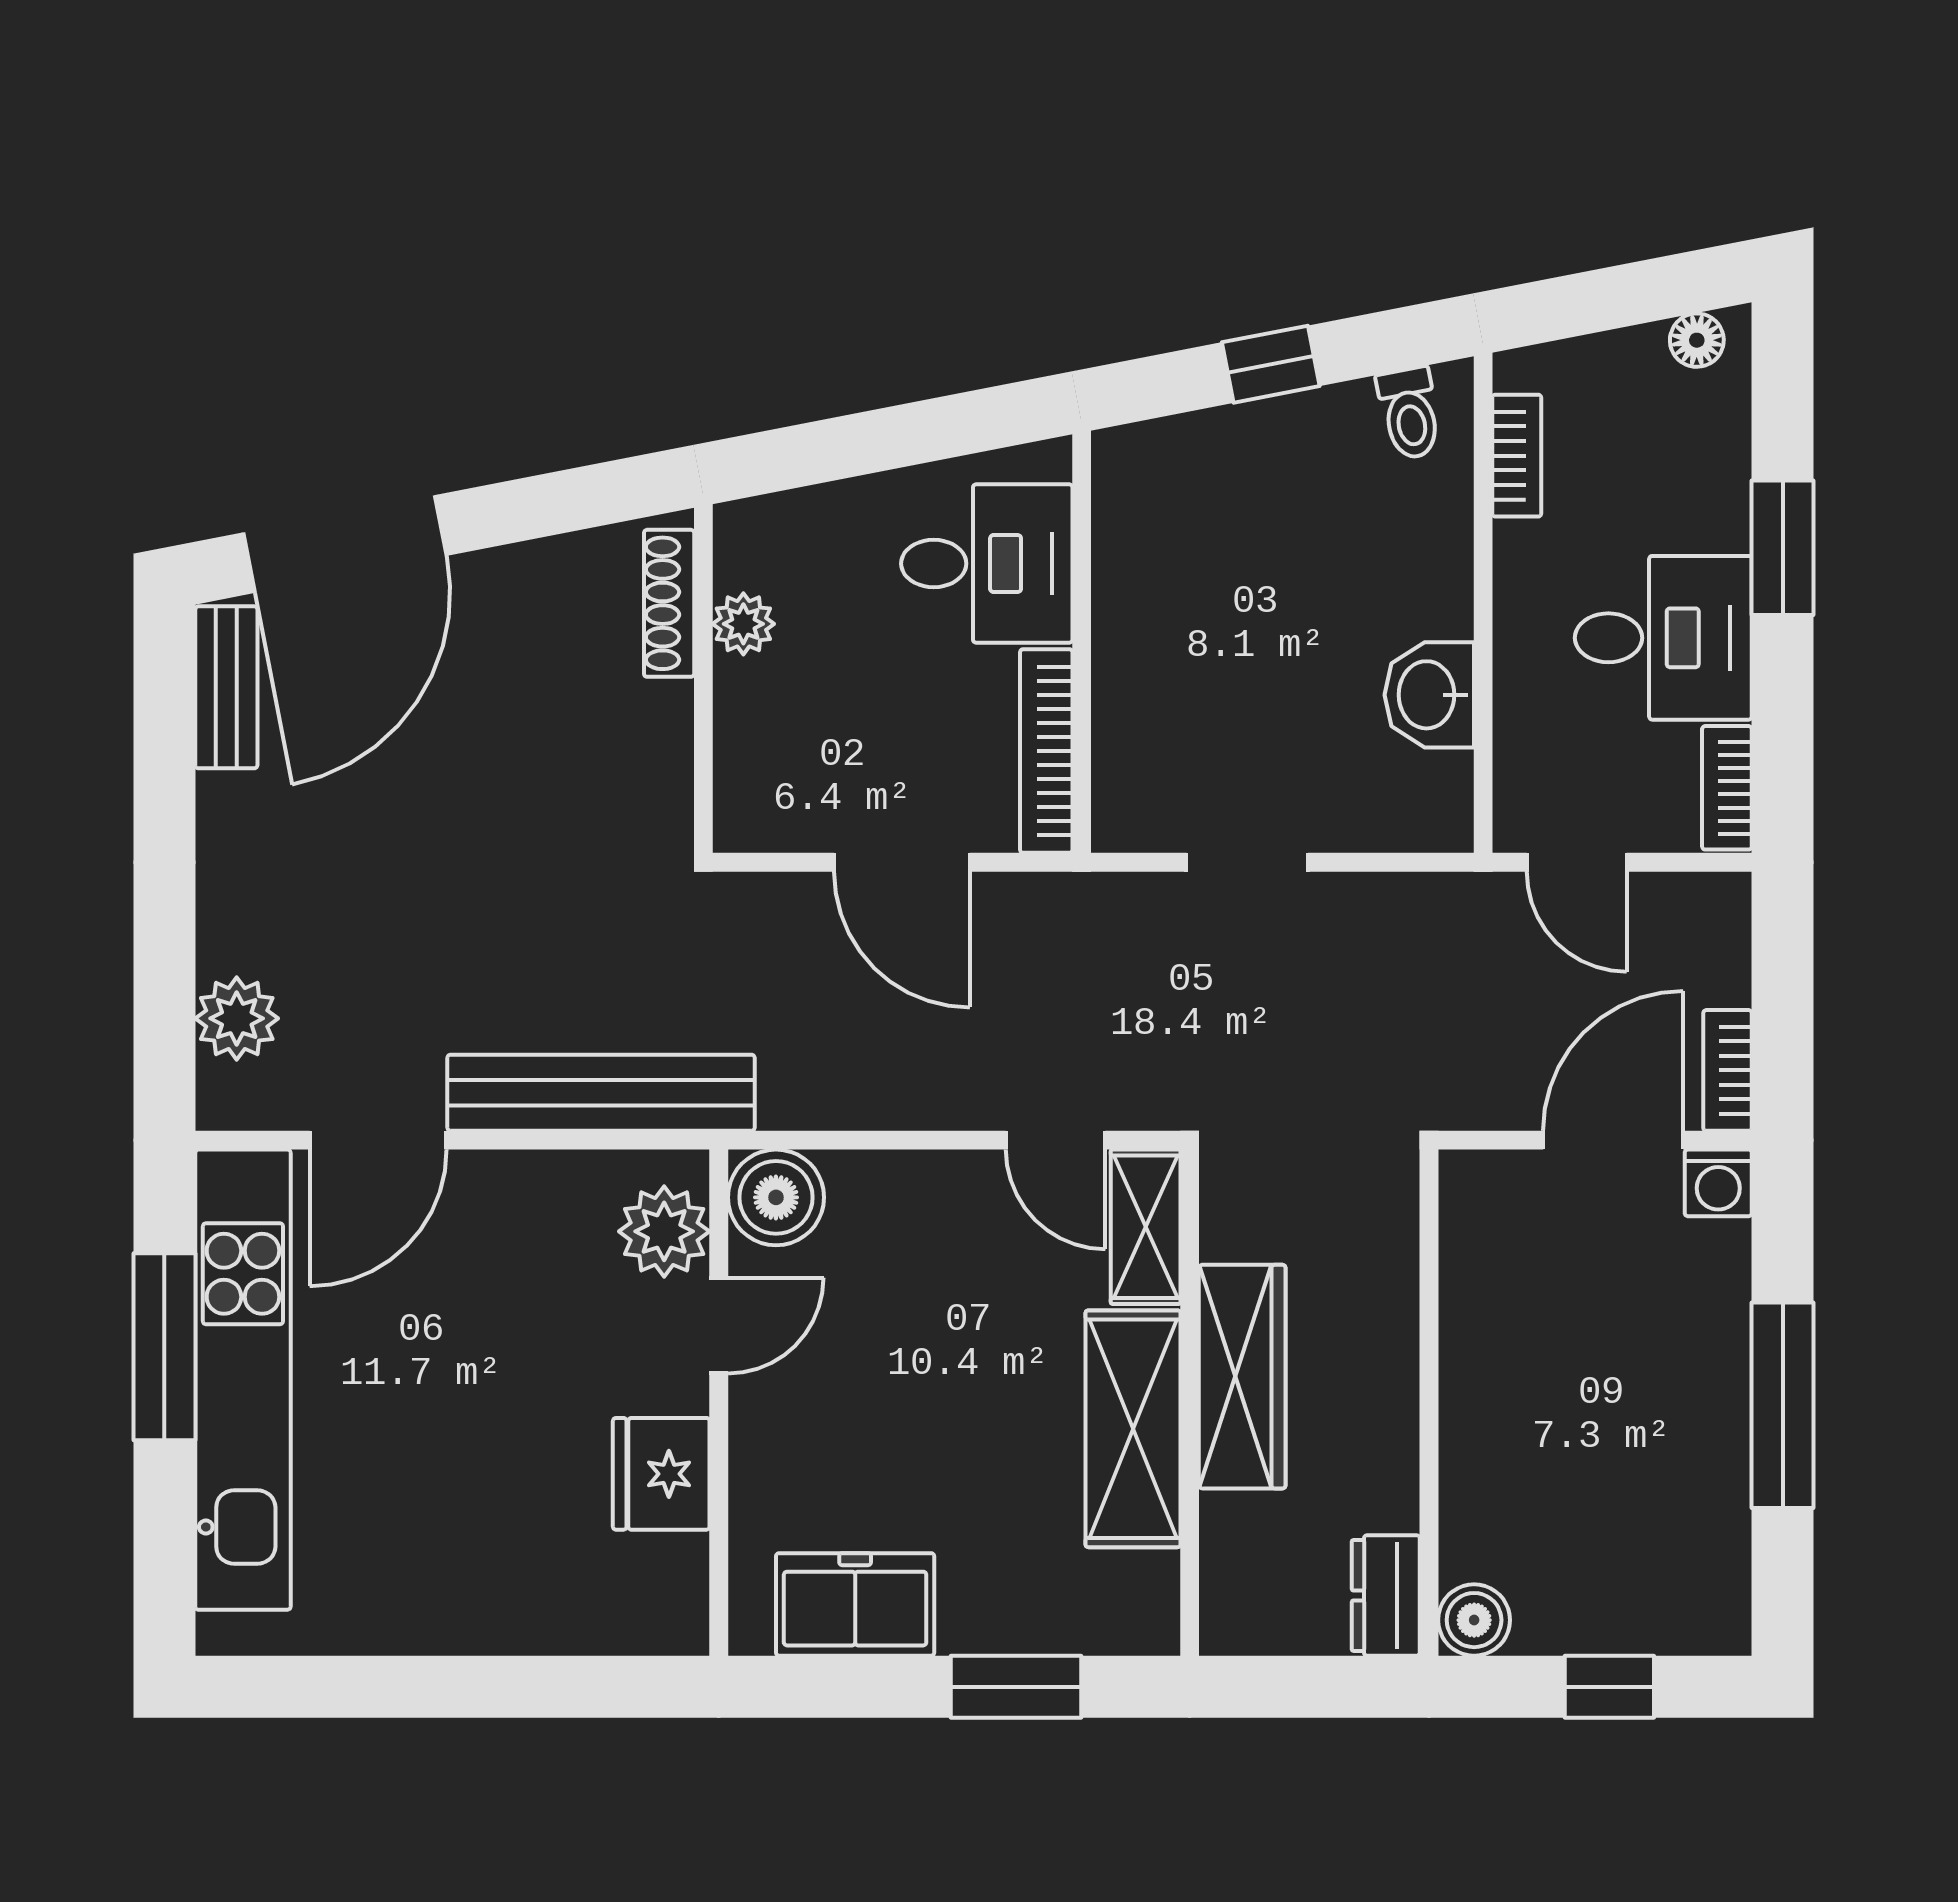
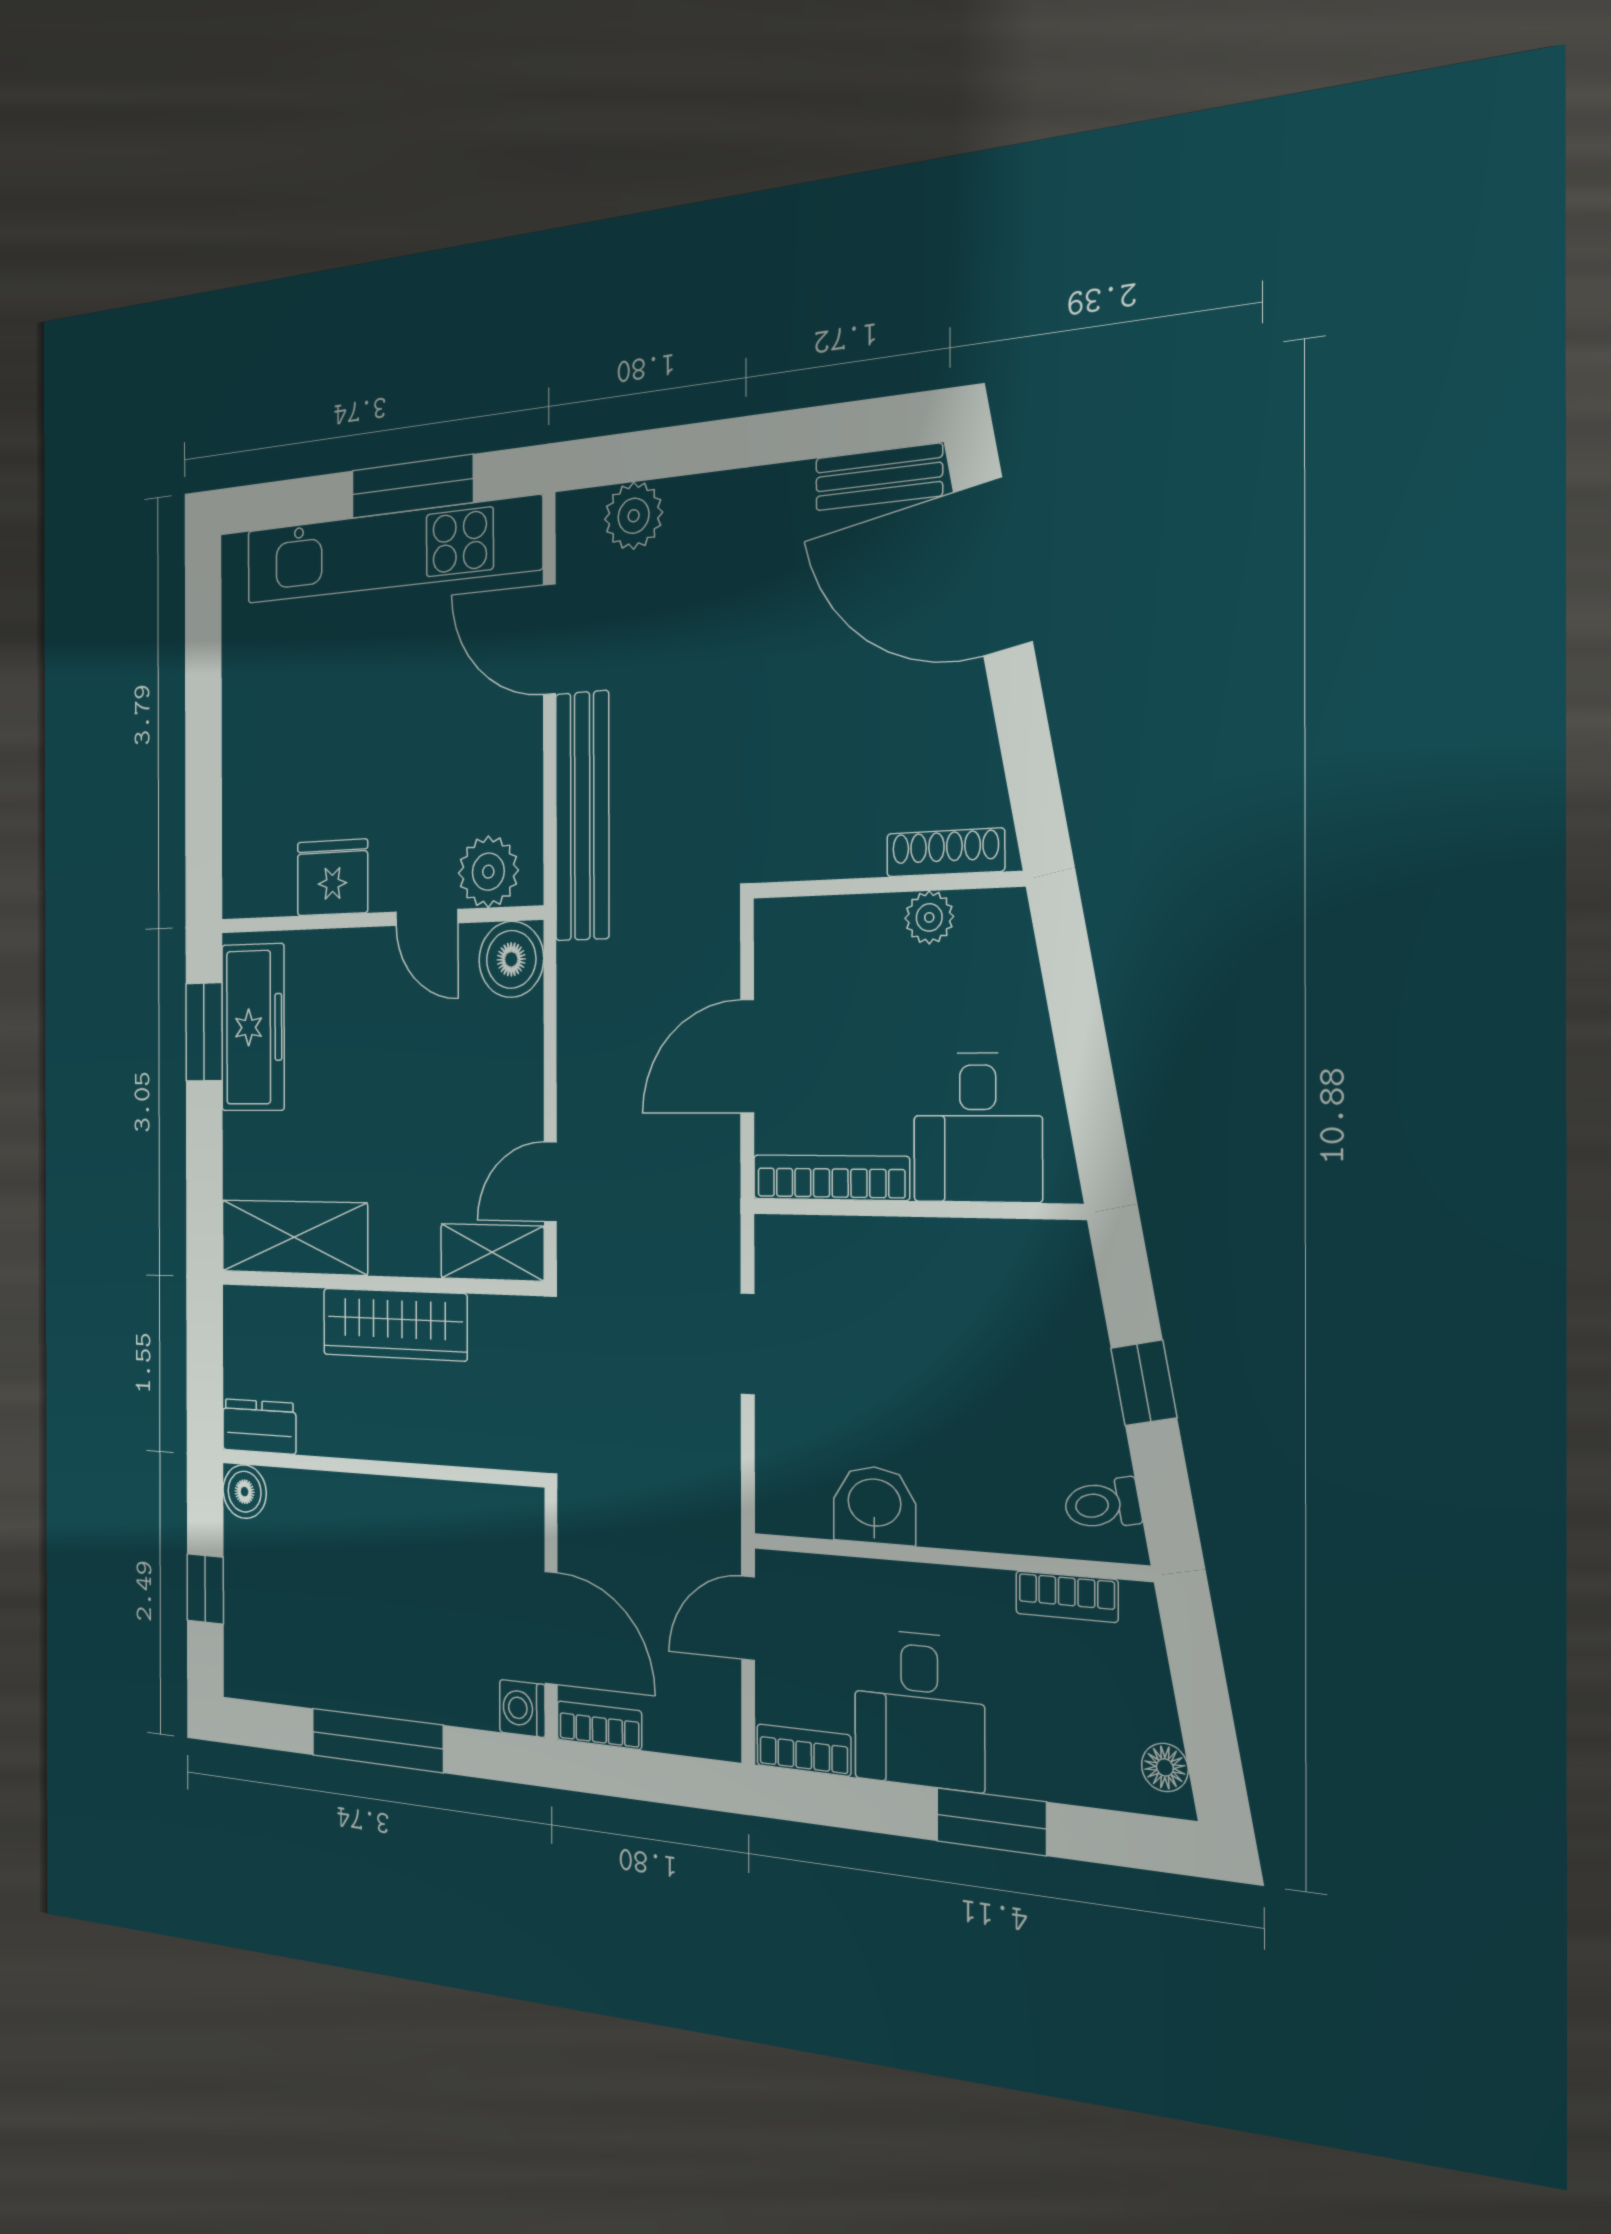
shelving: (1133, 1429) -> (294, 1237), moved
freezer: (855, 1604) -> (253, 1027), width x1.40
window: (1016, 1687) -> (204, 1032), moved

